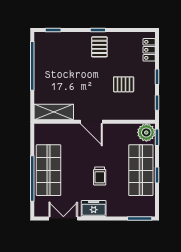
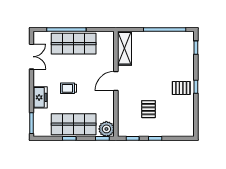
locker: (149, 50) -> (179, 131), removed
freezer: (94, 209) -> (40, 97), moved

